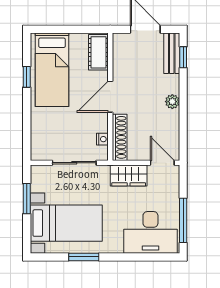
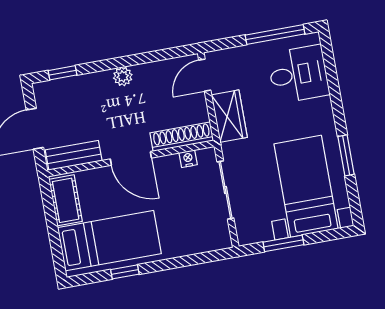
cot: (98, 52) -> (66, 200), moved, turned 90
bench: (172, 53) -> (74, 155), moved
desk: (150, 232) -> (298, 74), width x0.73

